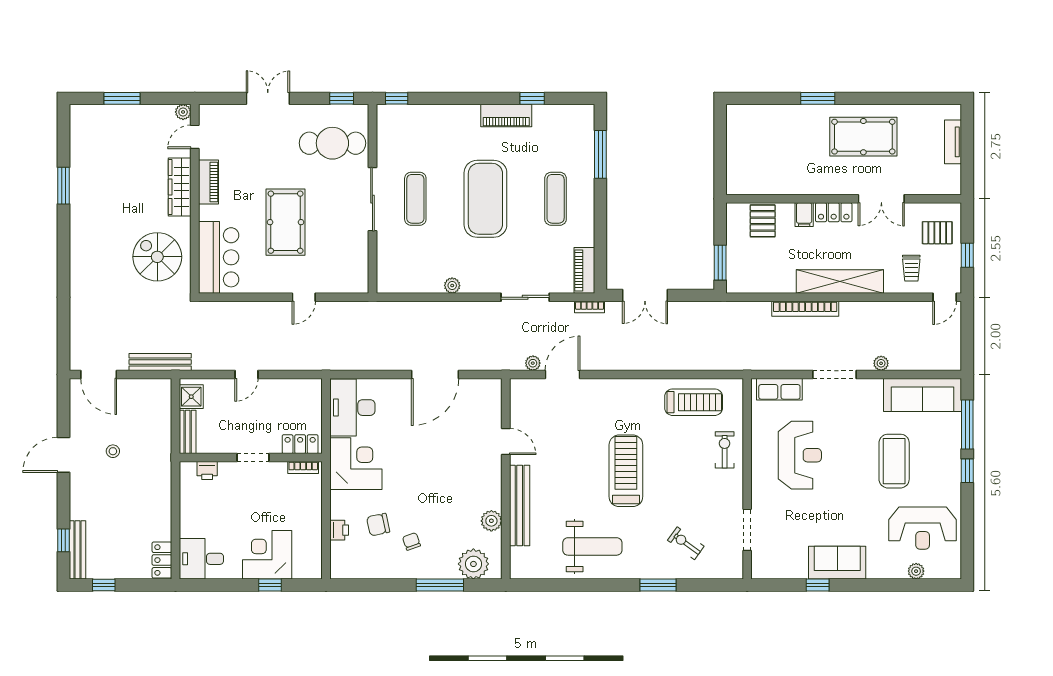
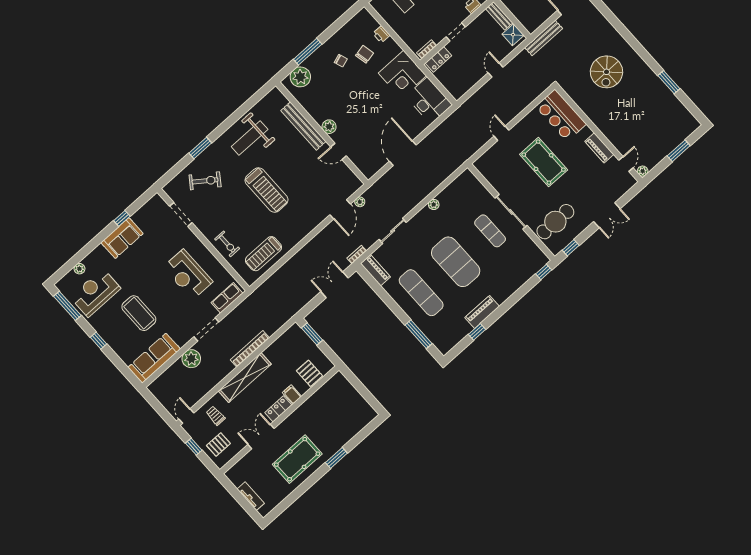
wardrobe: (180, 187) -> (611, 133), removed
exercise mat: (556, 199) -> (421, 293), width x1.36, depth x1.45
spiral stairs: (157, 257) -> (607, 72), moved, turned 90
plant: (881, 363) -> (191, 359), width x1.88, depth x1.88
window: (967, 424) -> (67, 306), moved
plant: (491, 521) -> (329, 127), moved
exercise bike: (686, 543) -> (205, 181), width x1.38, depth x1.39

